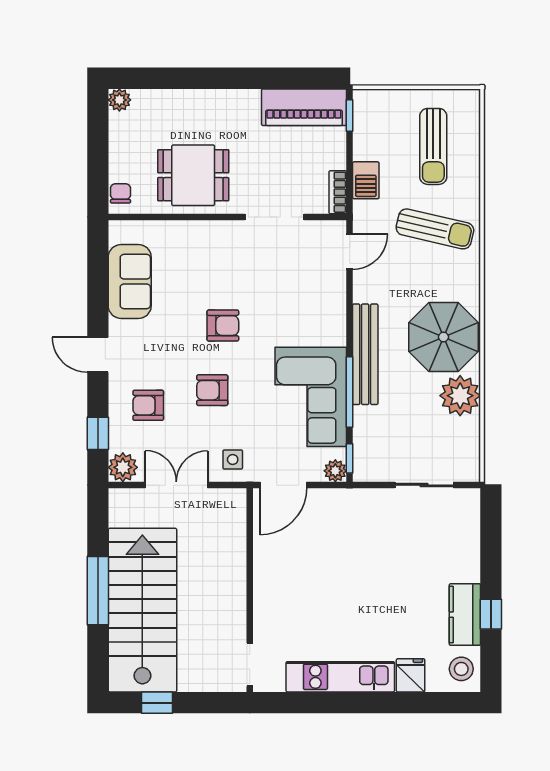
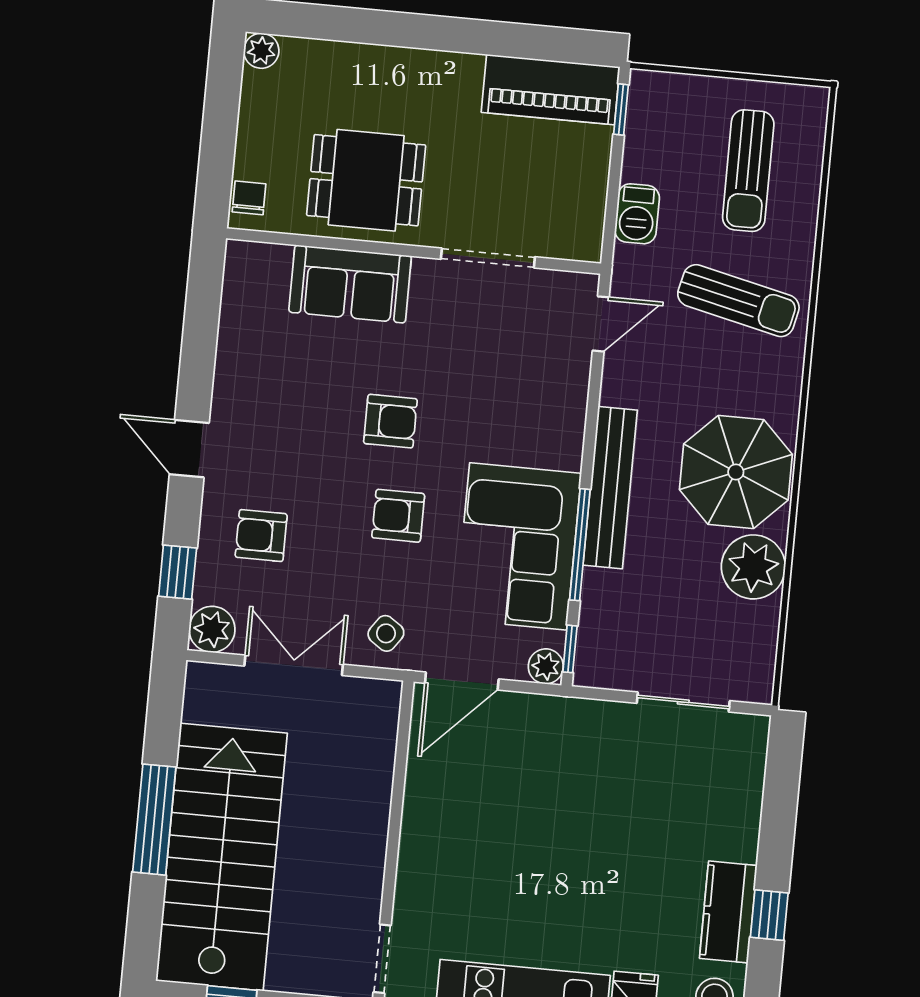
bookcase: (338, 192) -> (591, 228), removed
sofa: (130, 281) -> (350, 284), moved, turned 90
armchair: (212, 390) -> (398, 516), moved
side table: (233, 459) -> (386, 633), turned 35

